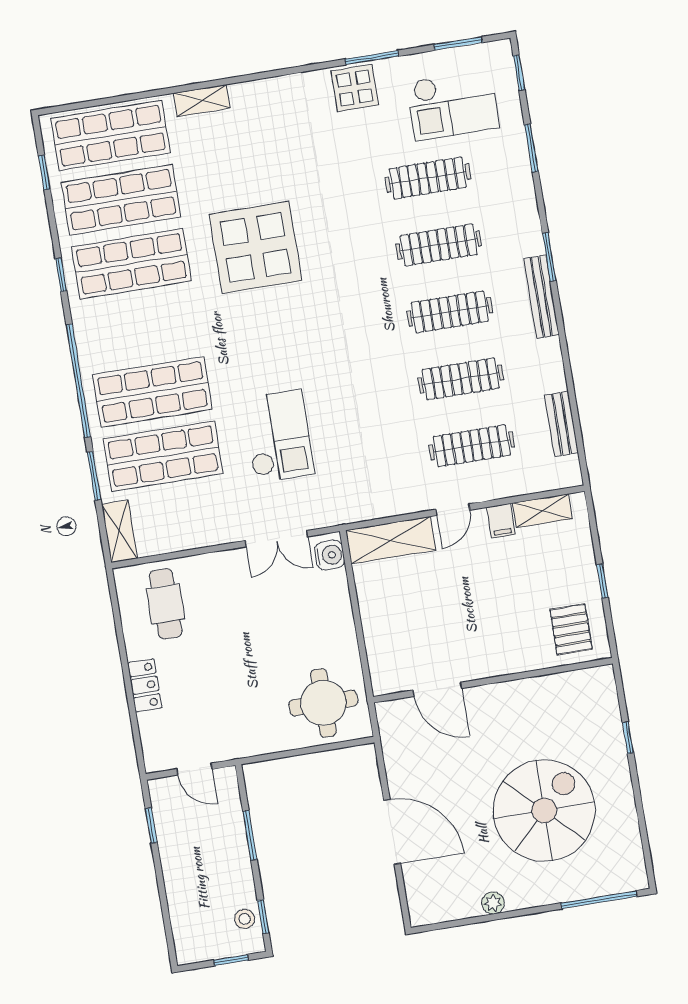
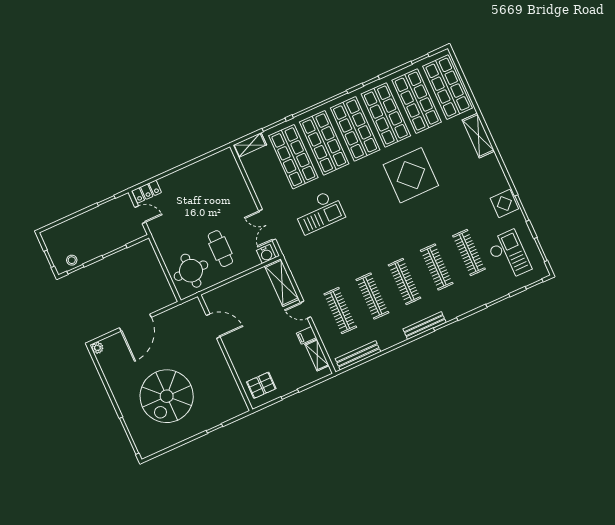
shelving: (202, 101) -> (478, 136), width x1.50, depth x1.33
checkout: (453, 105) -> (509, 255), turned 180
shop shelf: (142, 328) -> (355, 129), added
bench: (562, 424) -> (358, 355), width x1.36
cafe table: (166, 604) -> (220, 249), moved, turned 90
locker: (145, 685) -> (147, 192), moved
door: (437, 689) -> (213, 326), swing flipped
door: (194, 769) -> (140, 215), swing flipped
spiral stairs: (544, 810) -> (167, 396), turned 90
plant: (493, 903) -> (97, 348), moved

